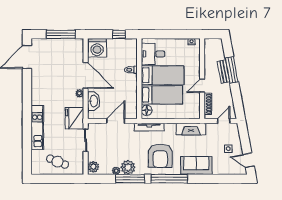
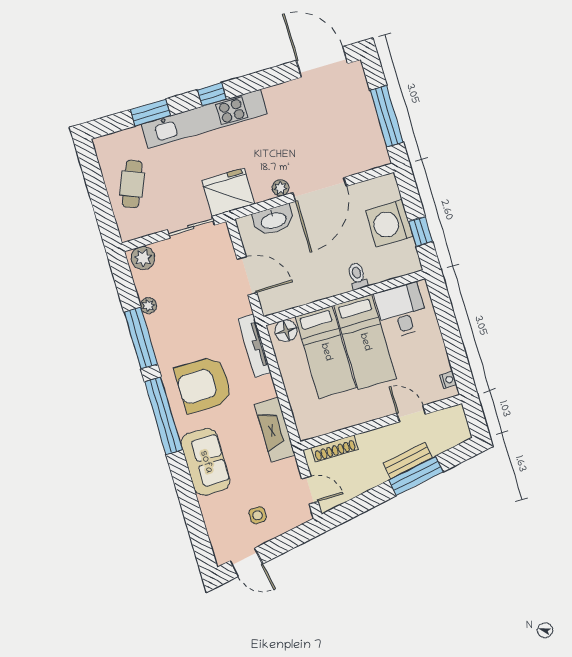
washing machine: (97, 48) -> (389, 224), moved
door: (202, 86) -> (411, 414), moved
window: (27, 112) -> (212, 94), added
kitchen unit: (37, 127) -> (204, 119), width x1.36
window: (27, 143) -> (150, 112), added
door: (249, 160) -> (246, 562), swing flipped
plant: (128, 167) -> (162, 327), removed

